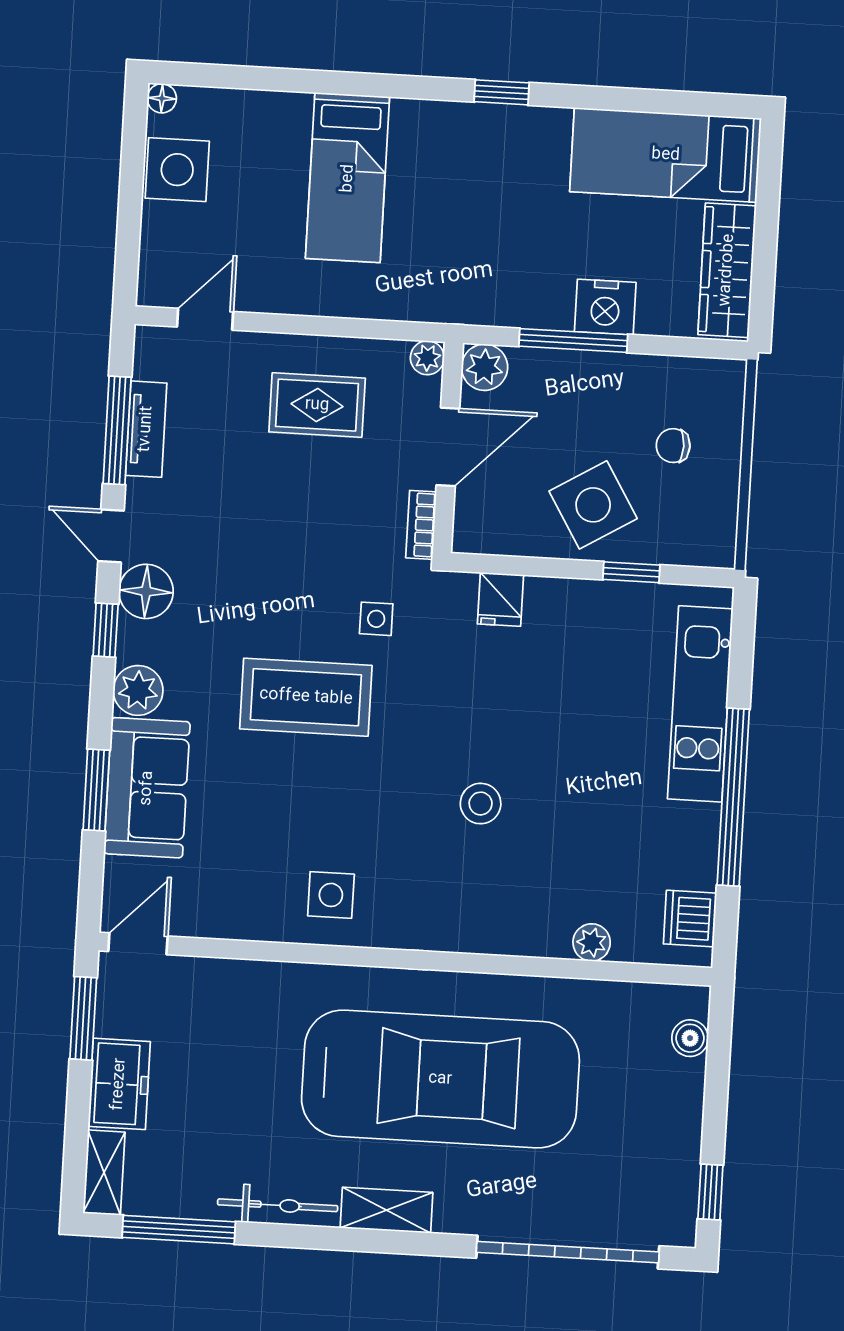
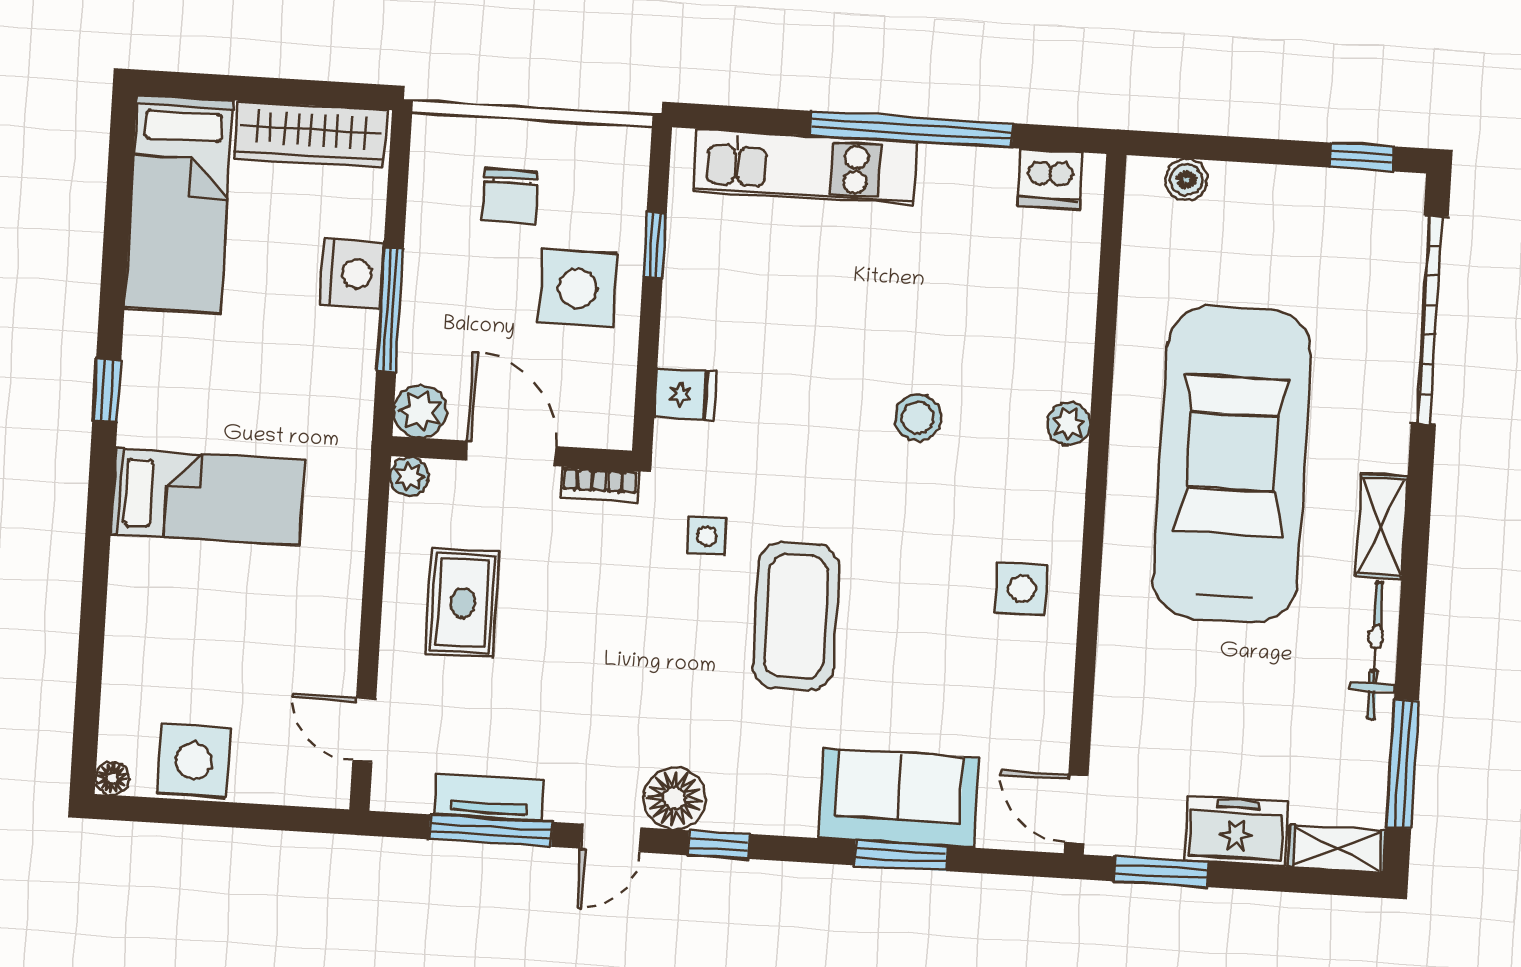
bed: (348, 178) -> (208, 497), moved
chair: (673, 446) -> (510, 197), width x1.37, depth x1.37
side table: (593, 505) -> (578, 288), turned 31
plant: (138, 690) -> (787, 808), removed
plant: (592, 942) -> (1069, 424), moved

